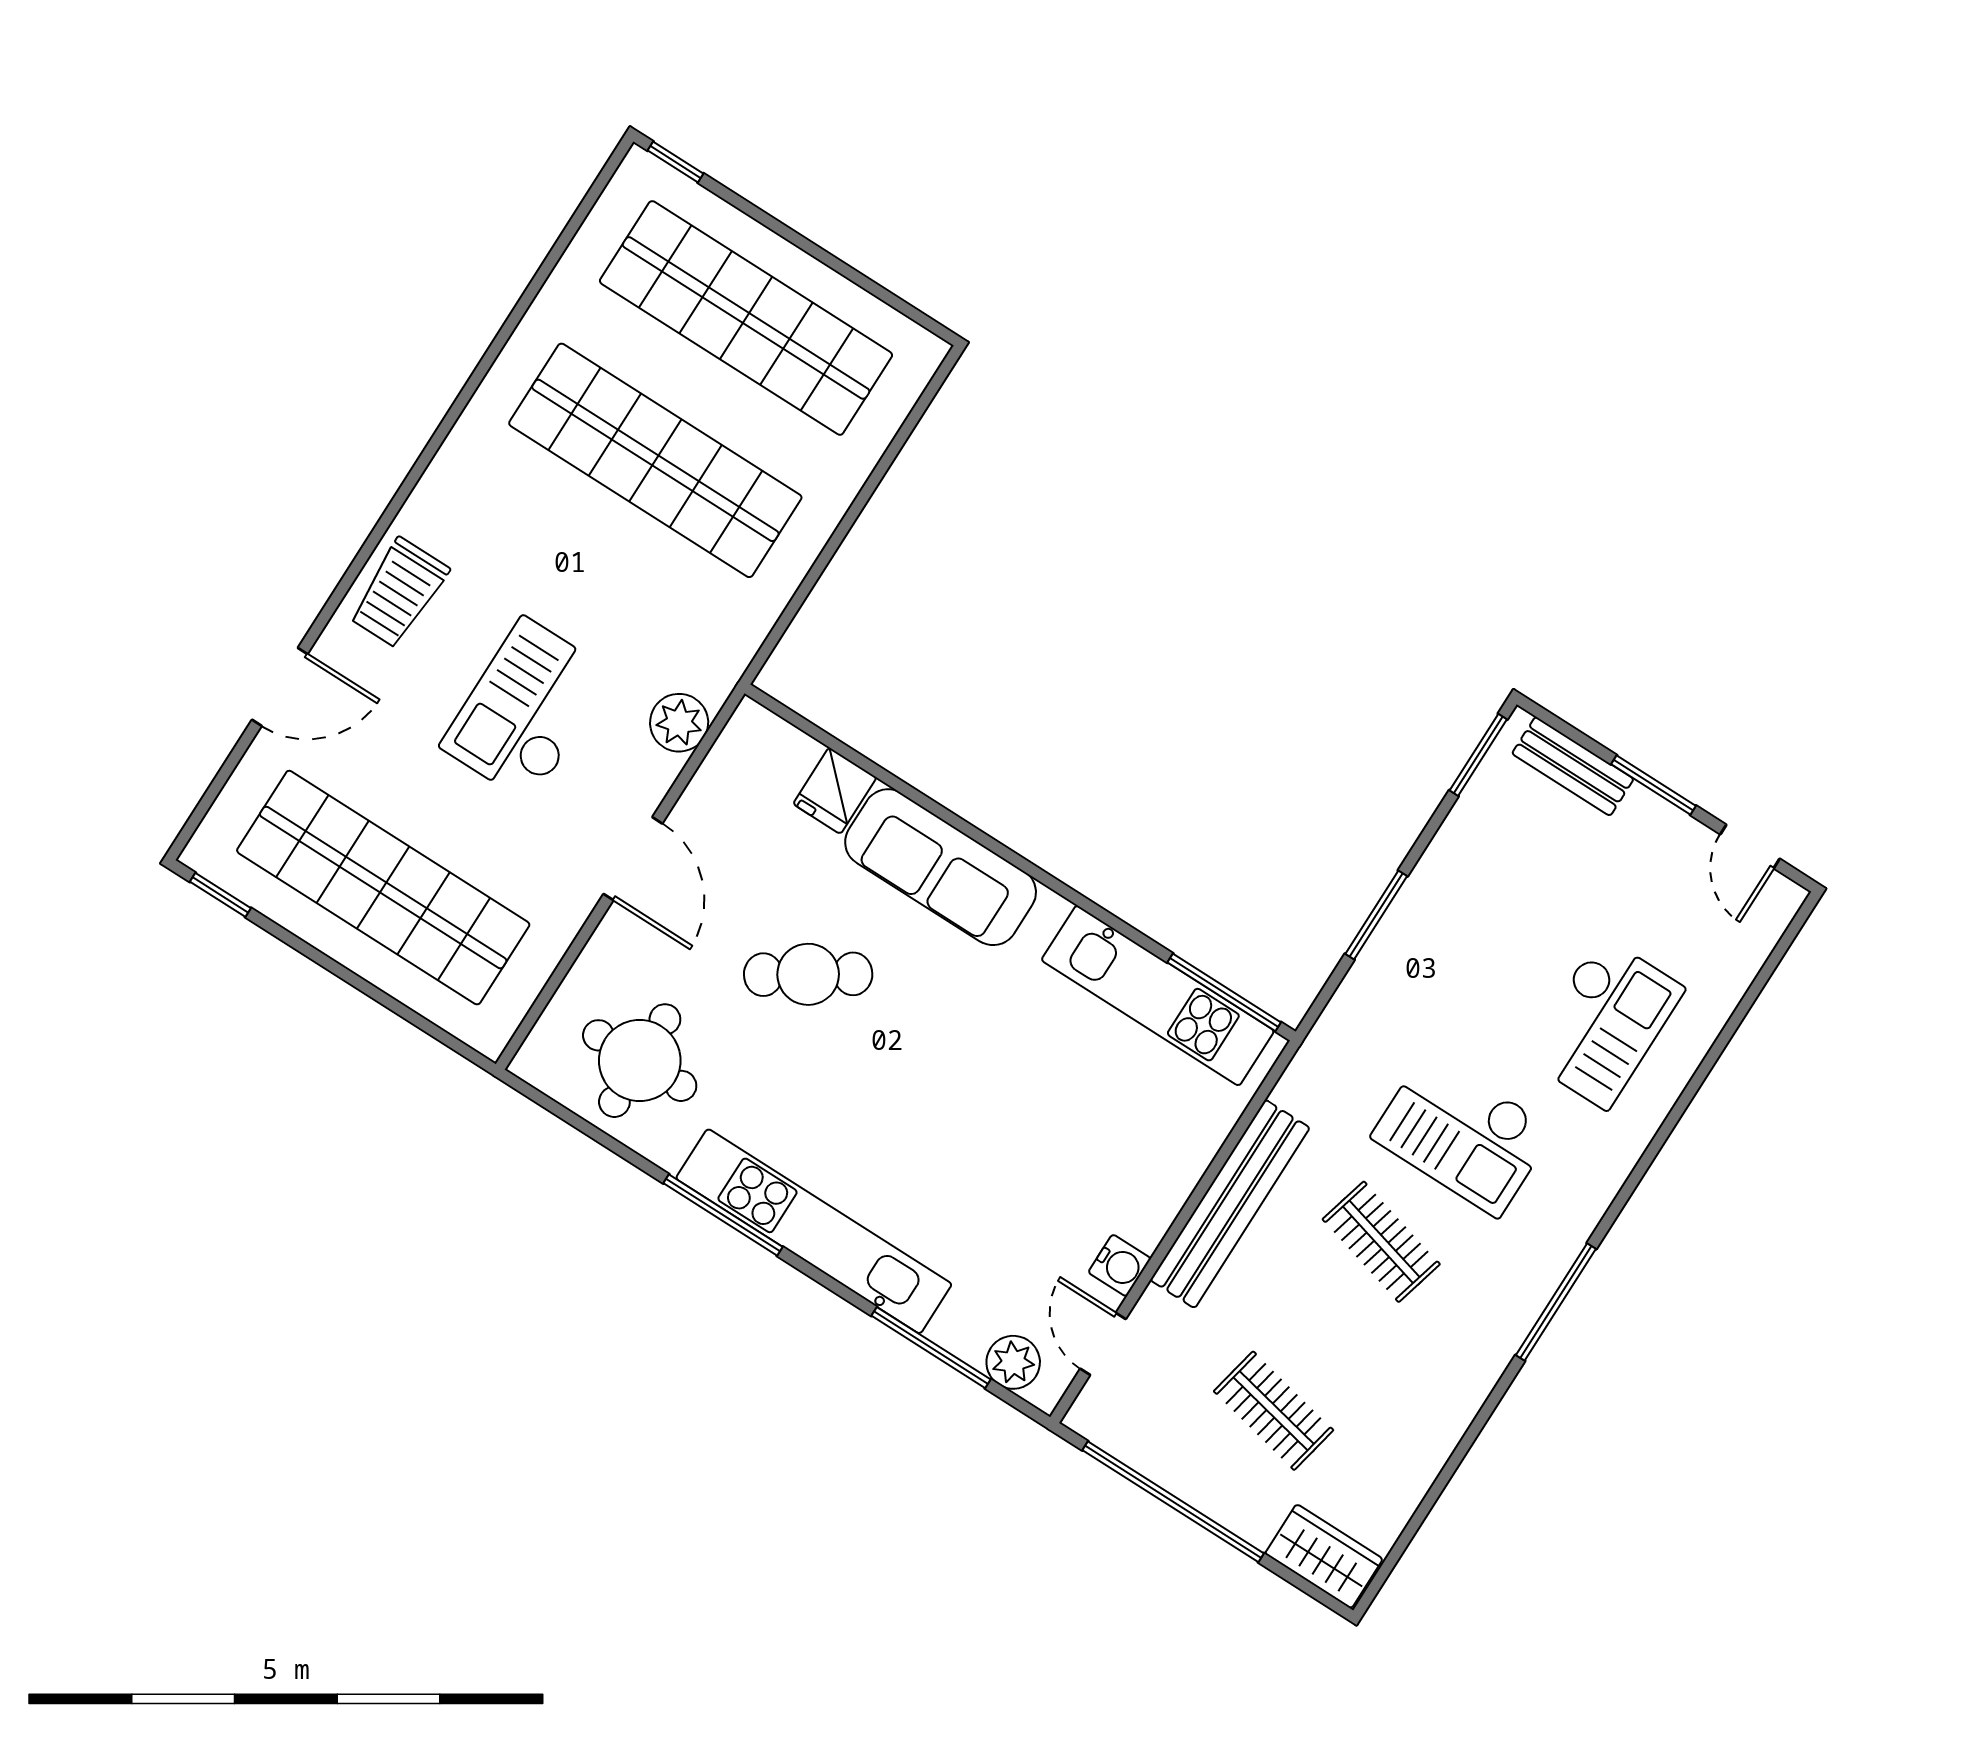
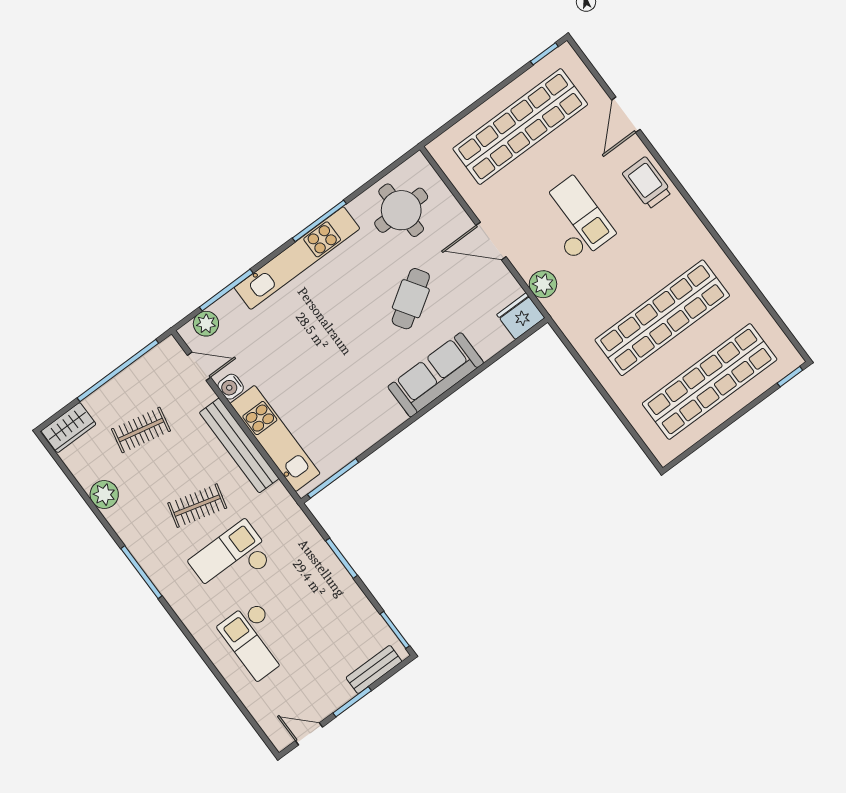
fridge: (835, 791) -> (521, 316), moved, width x1.38
kitchen unit: (1158, 996) -> (275, 438), moved, turned 90
plant: (1430, 1435) -> (104, 494), added

